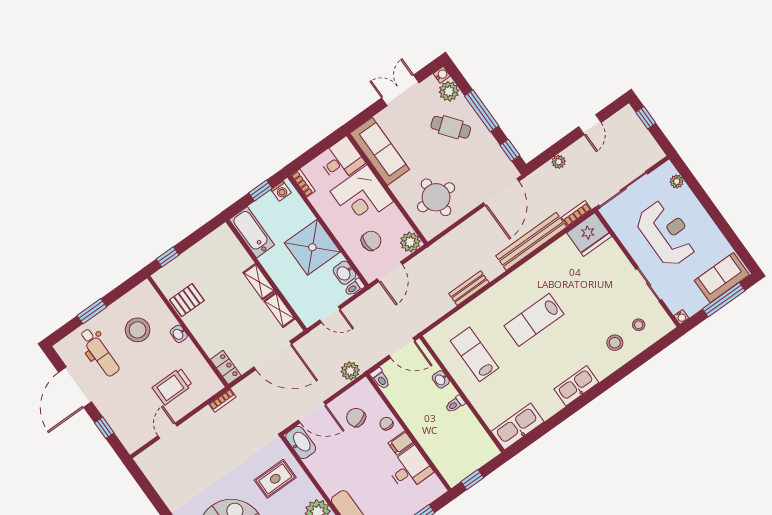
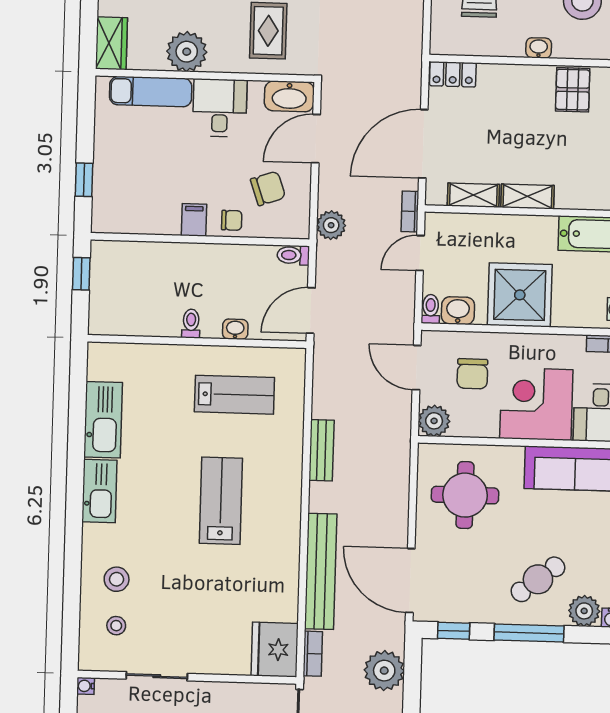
plant: (559, 162) -> (384, 671), width x1.88, depth x1.88
bookcase: (222, 400) -> (410, 211), moved
kitchen sink: (518, 427) -> (103, 420), moved
desk: (410, 469) -> (220, 108), moved, turned 180

